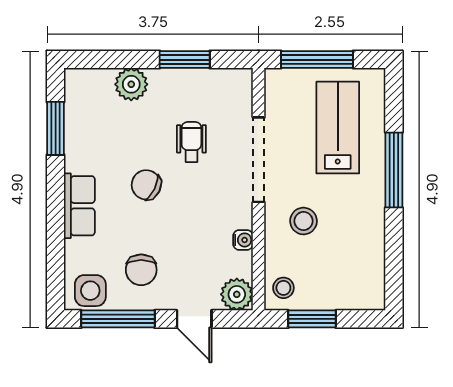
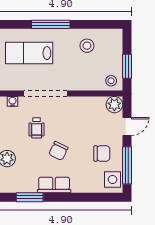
wheelchair: (191, 142) -> (37, 128), turned -90
row of seats: (79, 206) -> (54, 185), moved
stool: (303, 221) -> (87, 46), moved
water cooler: (243, 240) -> (13, 101), moved

